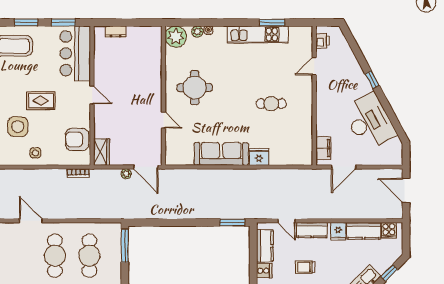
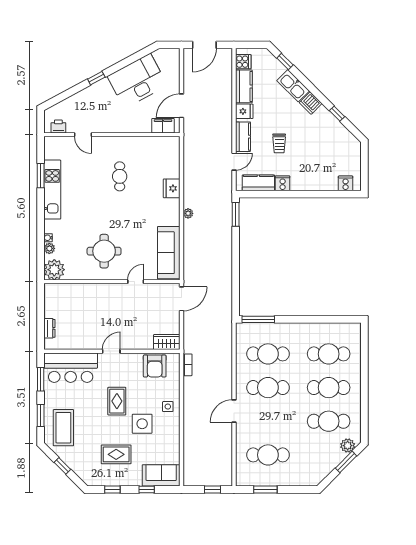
sofa: (221, 154) -> (169, 253), moved
door: (344, 167) -> (181, 106), swing flipped
plant: (126, 174) -> (188, 213), moved

